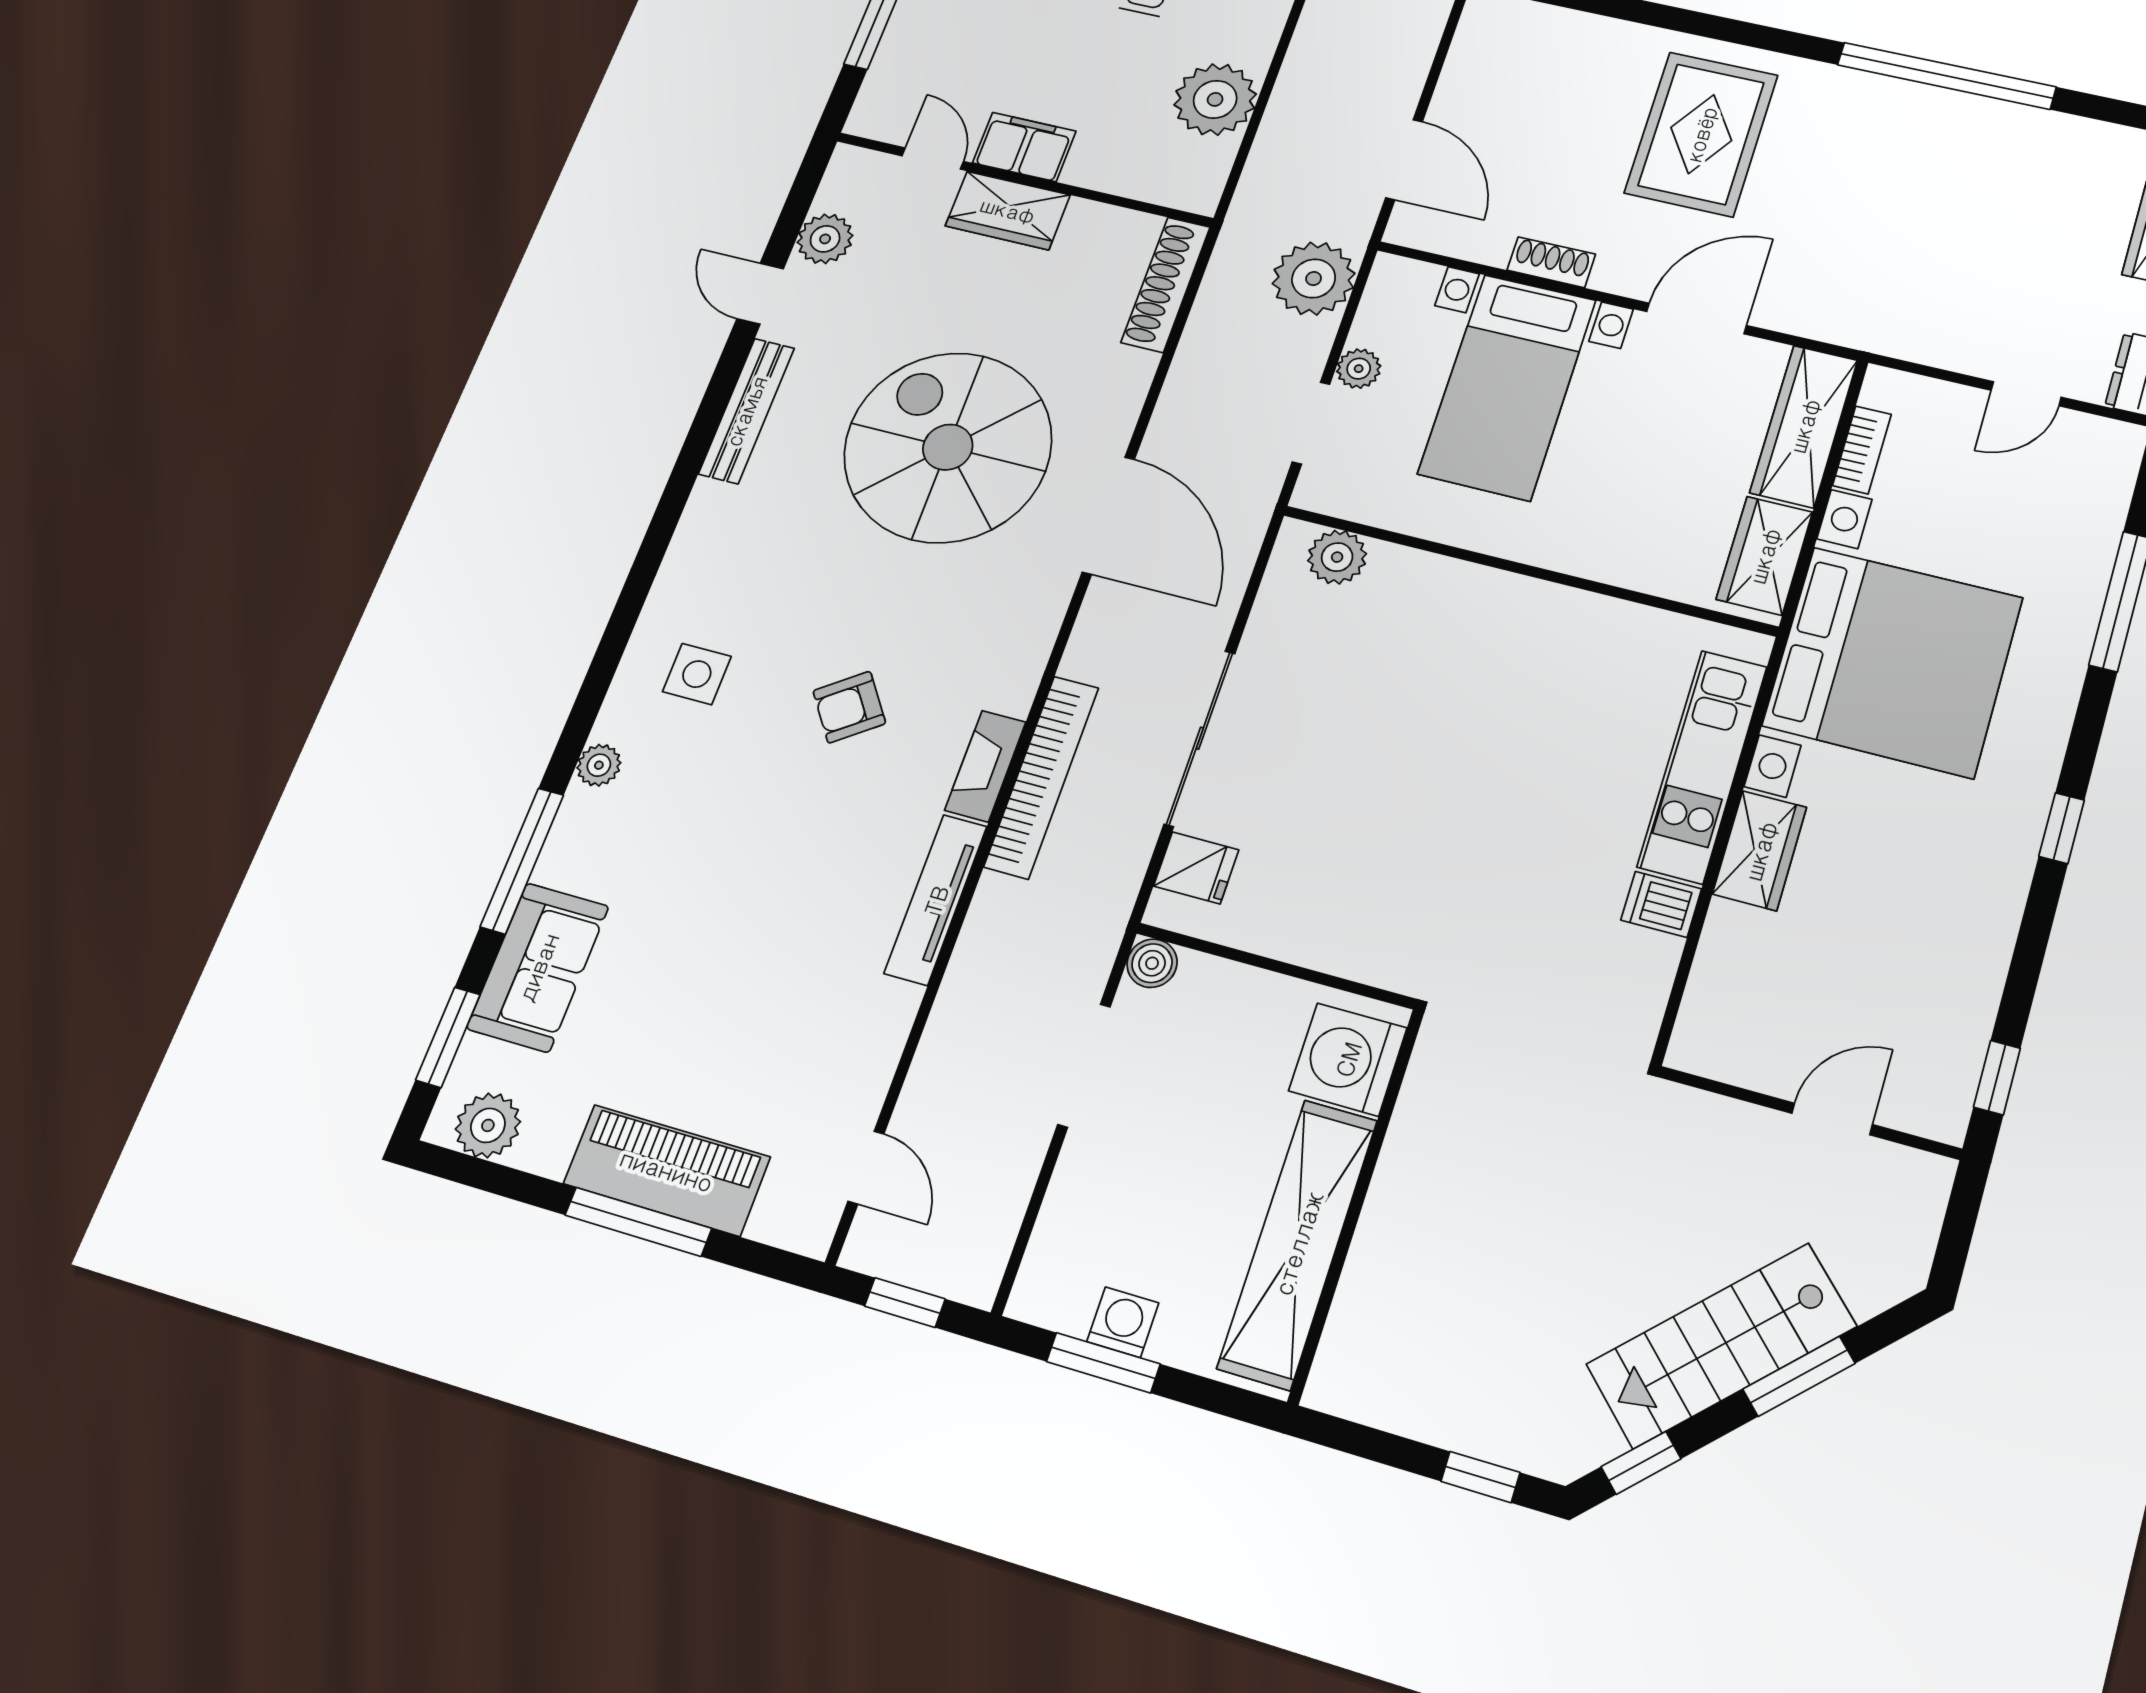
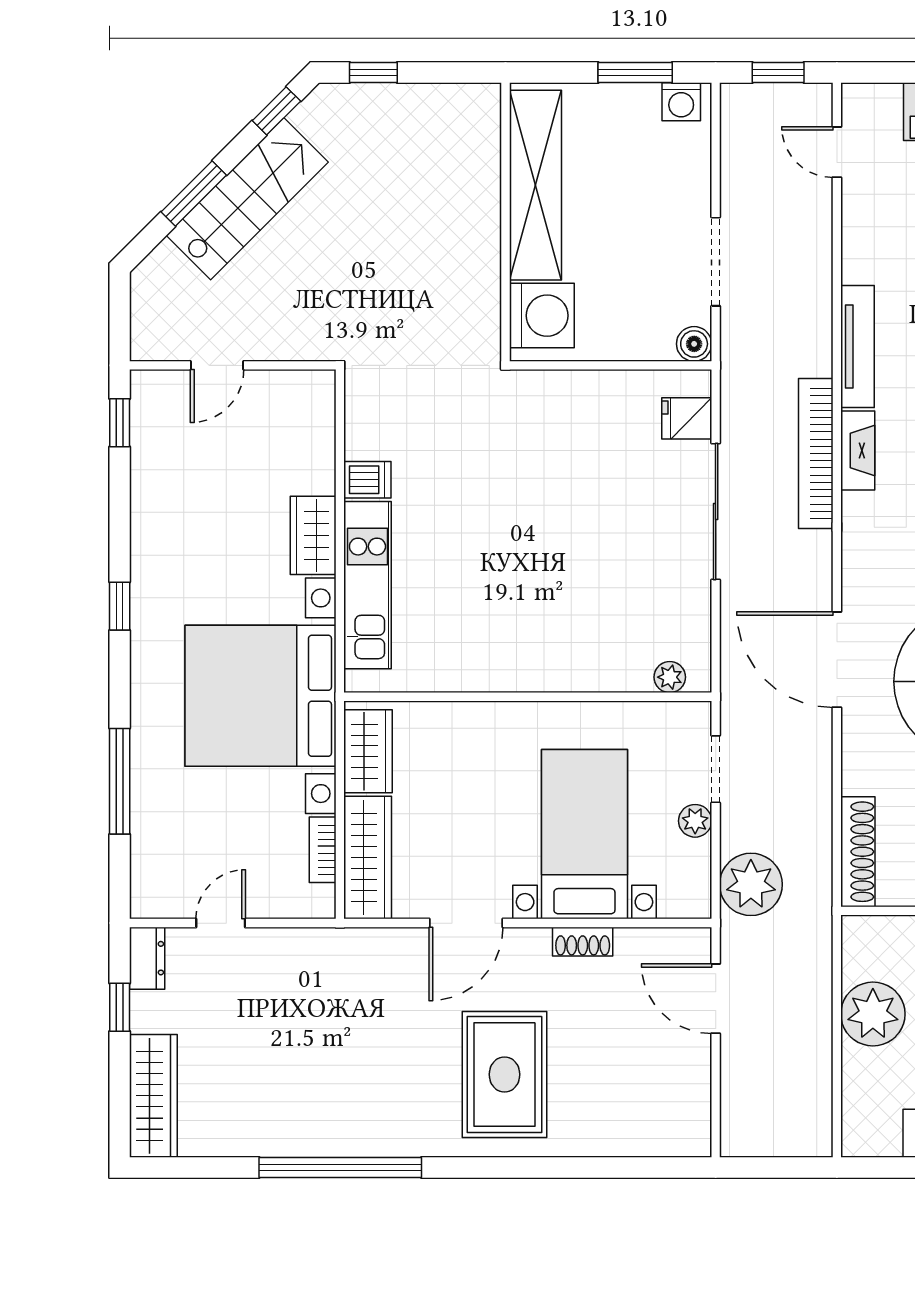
plant: (1337, 557) -> (670, 677), width x0.73, depth x0.73
washing machine: (1123, 1322) -> (681, 102), moved

